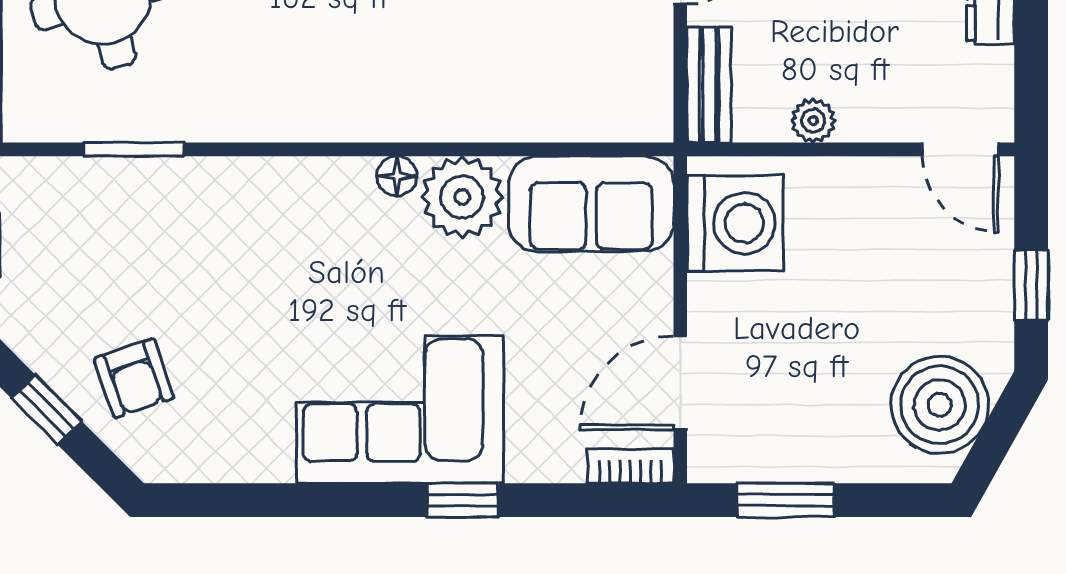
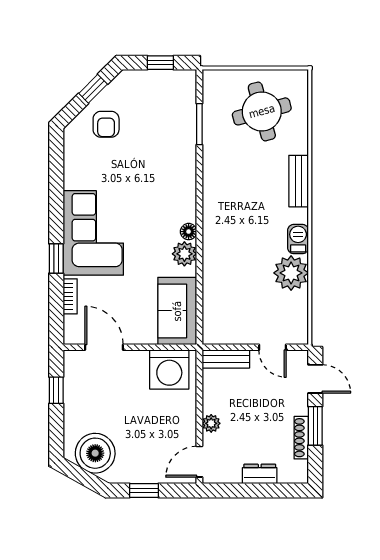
plant: (813, 121) -> (211, 423), moved
plant: (462, 197) -> (184, 254), width x0.73, depth x0.73
armchair: (134, 378) -> (106, 124), turned -71
bookcase: (630, 466) -> (70, 296), moved
window: (786, 500) -> (56, 390), width x0.67

